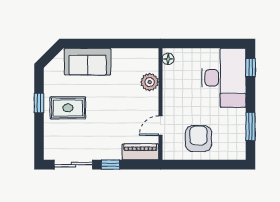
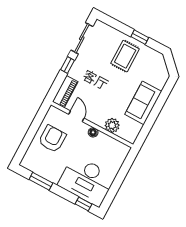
floor lamp: (168, 59) -> (93, 132), moved
sofa: (88, 62) -> (143, 103), moved
armchair: (198, 139) -> (52, 139), turned -90

